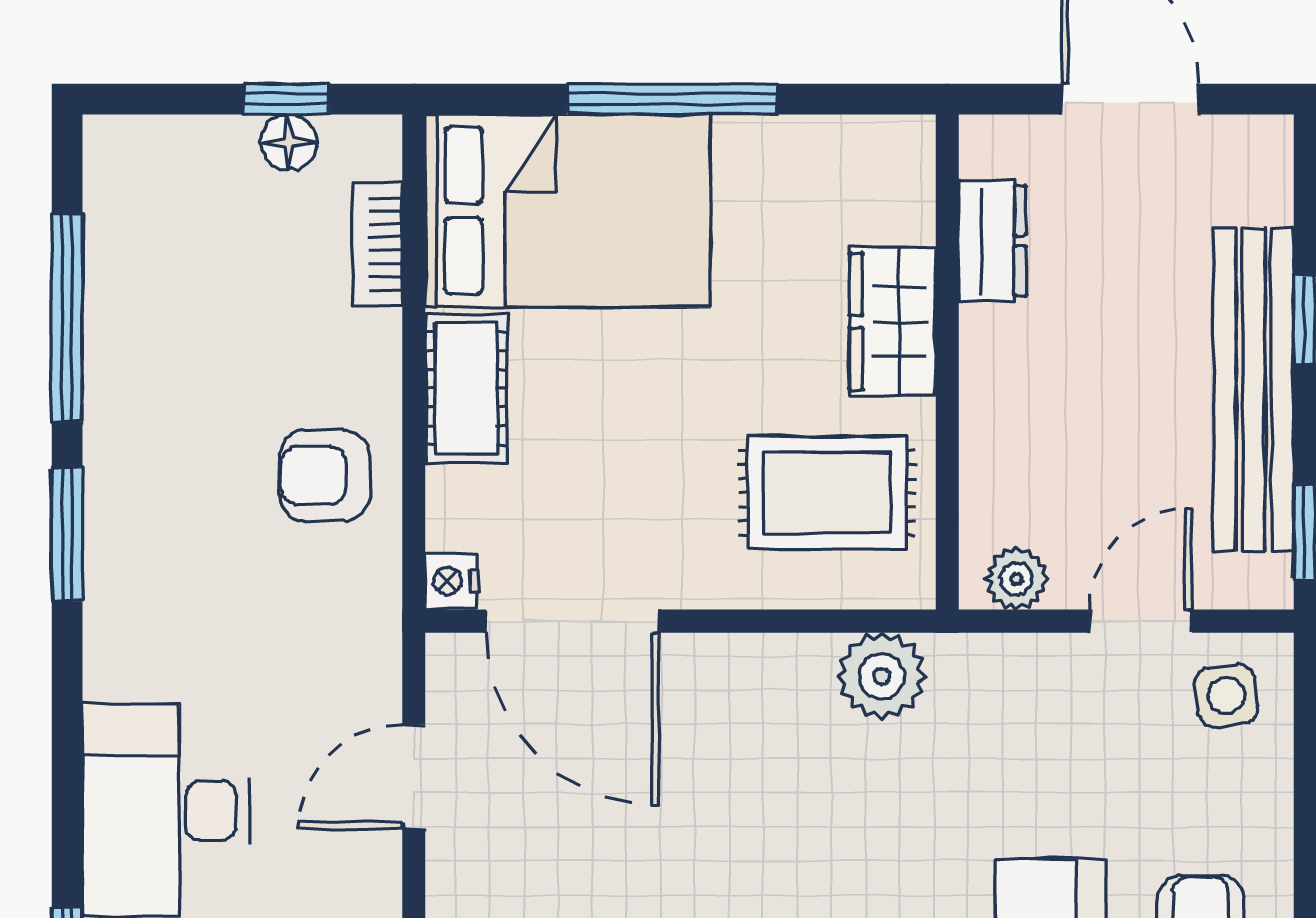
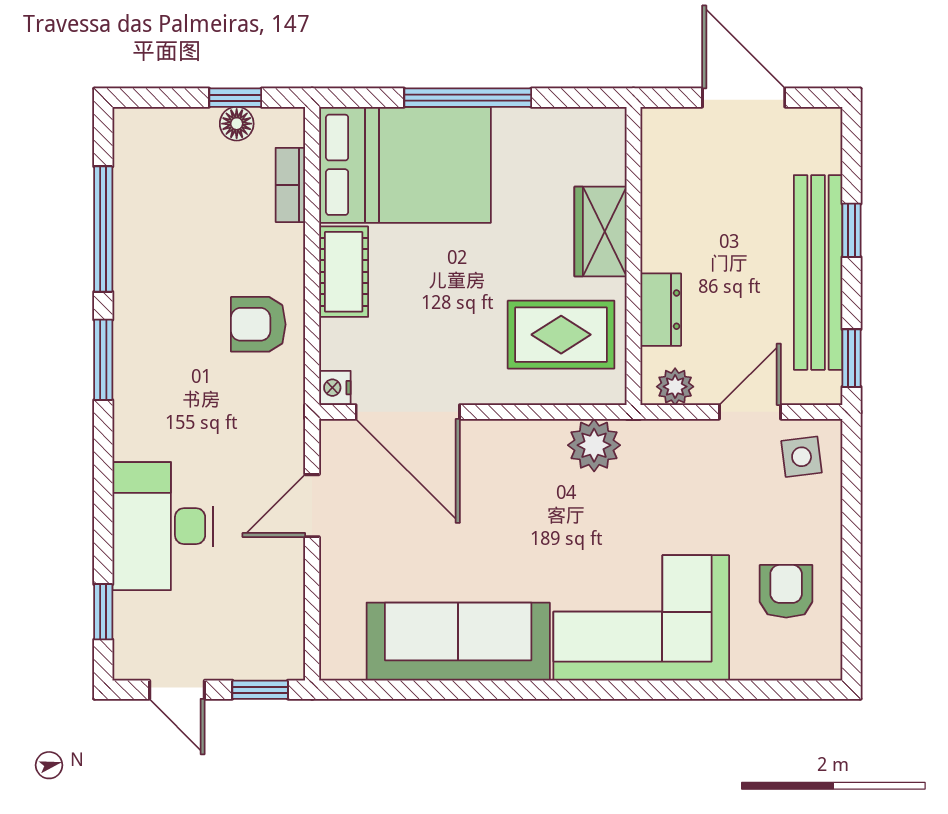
dresser: (992, 241) -> (661, 310), moved

